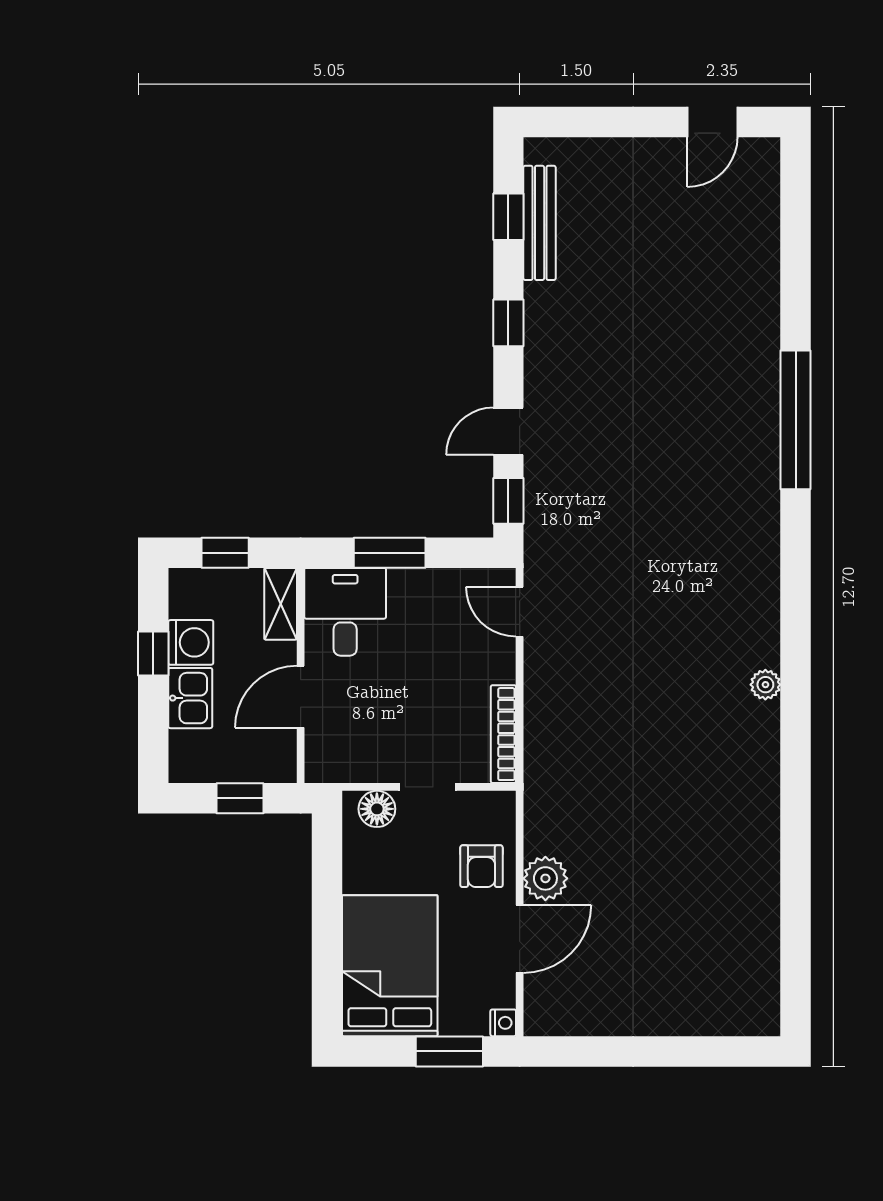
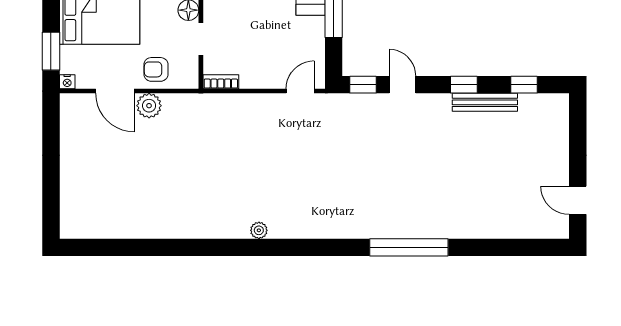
bench: (540, 223) -> (485, 102), moved
bookcase: (503, 734) -> (221, 82), width x0.64

